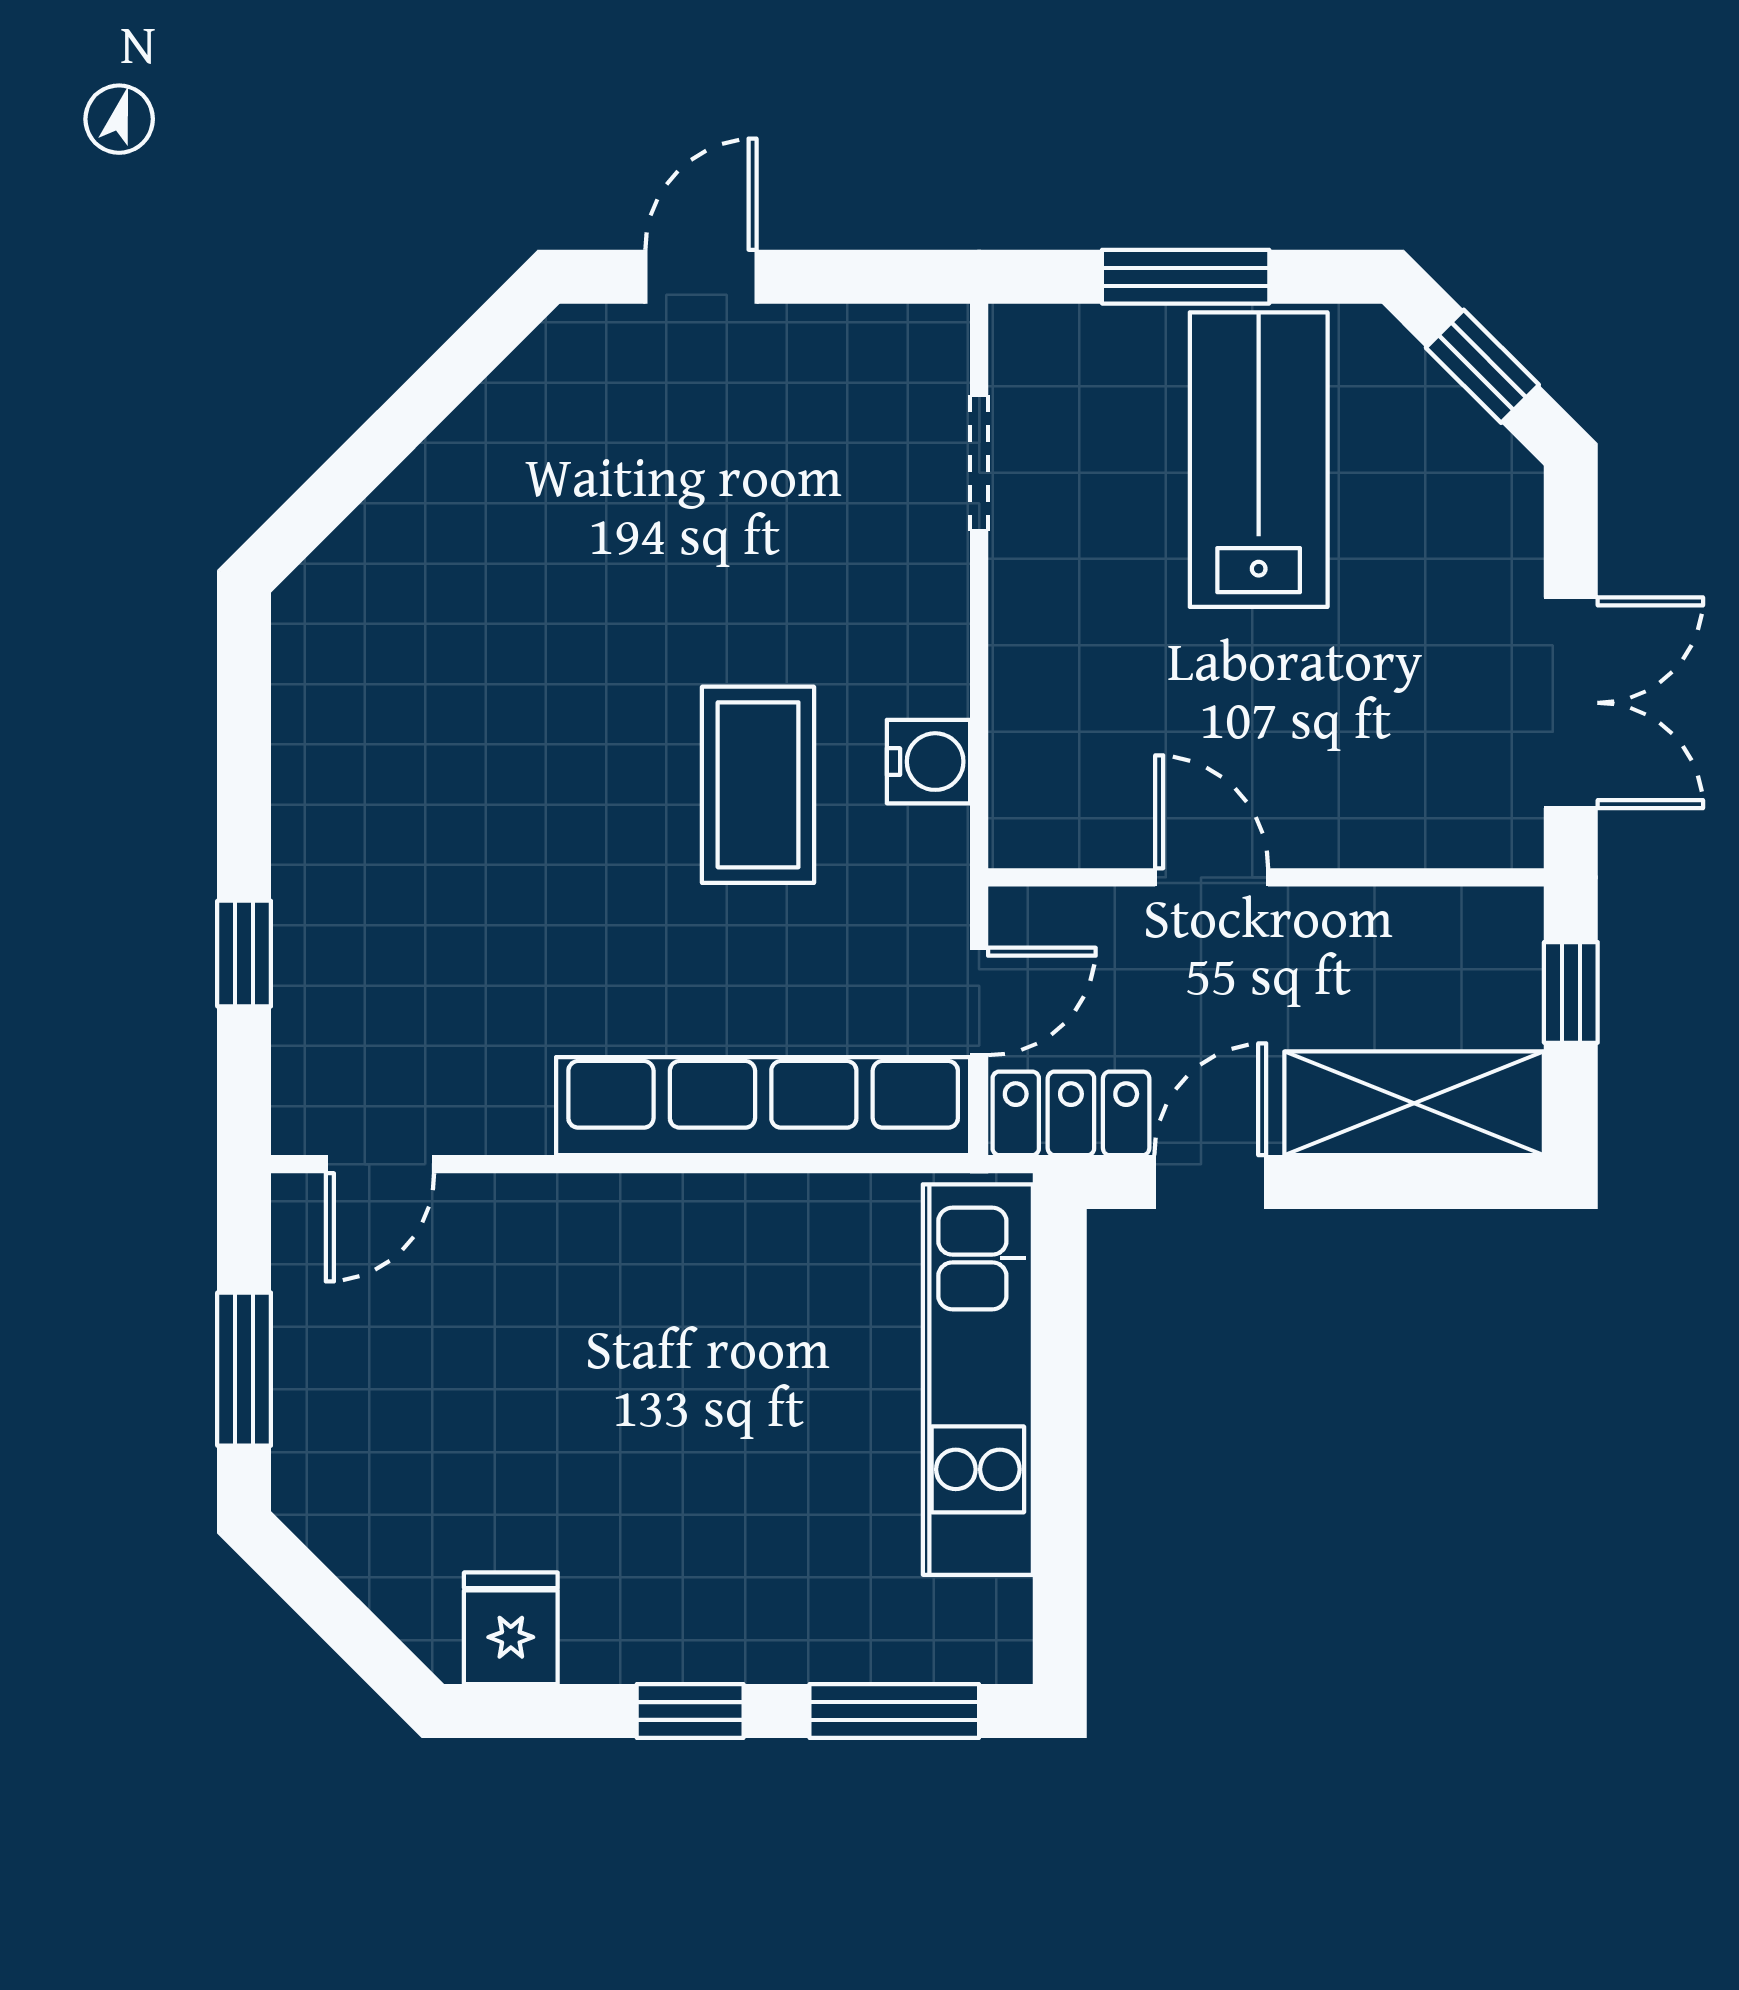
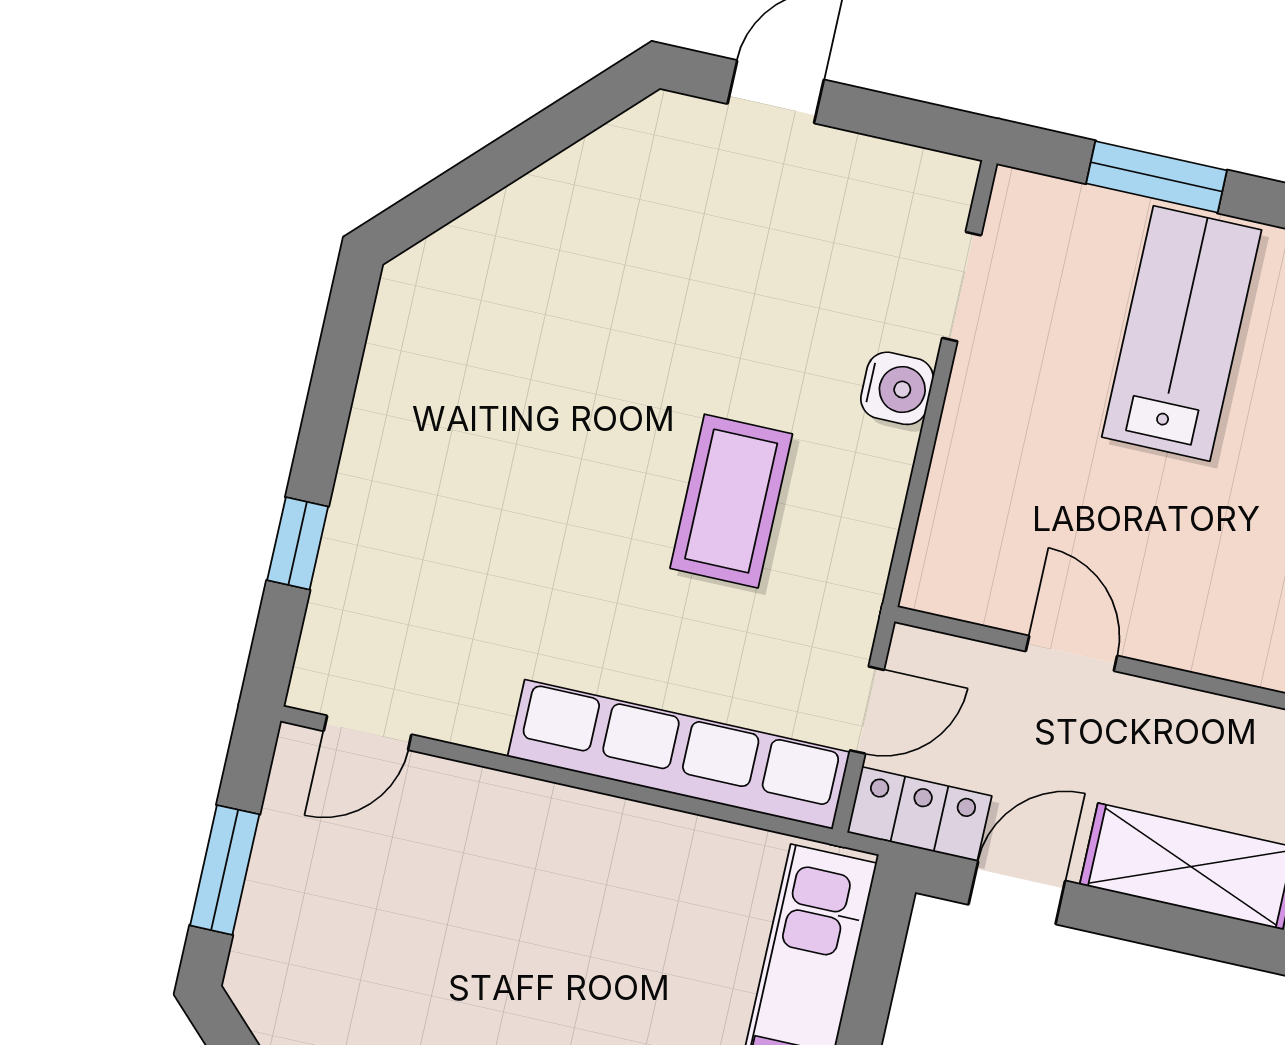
water cooler: (928, 762) -> (897, 388), moved

